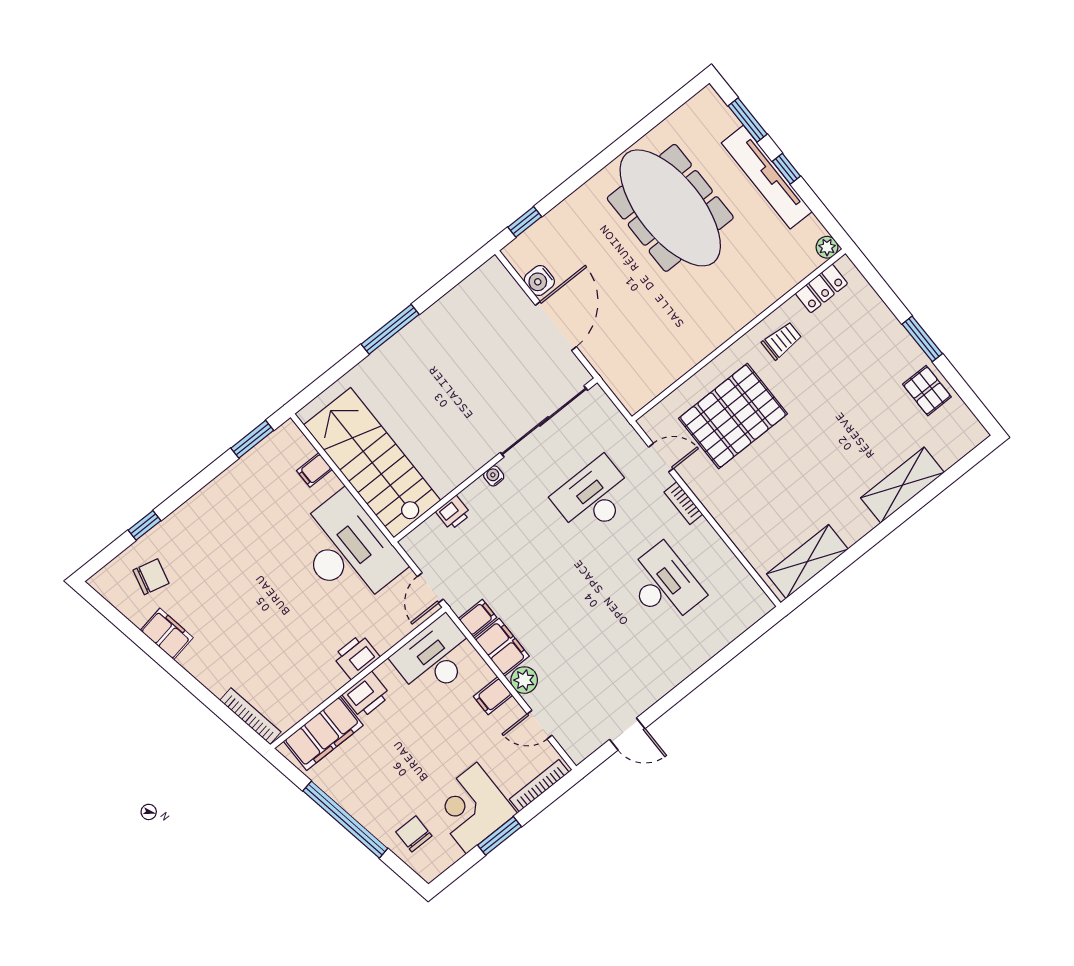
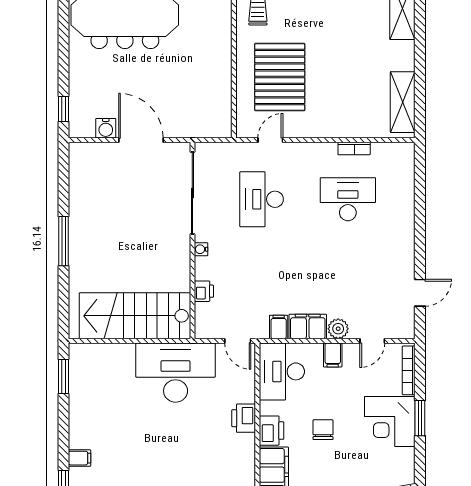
filing cabinet: (314, 470) -> (80, 458), moved, turned -90
bookcase: (683, 503) -> (354, 148), moved
chair: (414, 834) -> (323, 430), moved, turned 90

